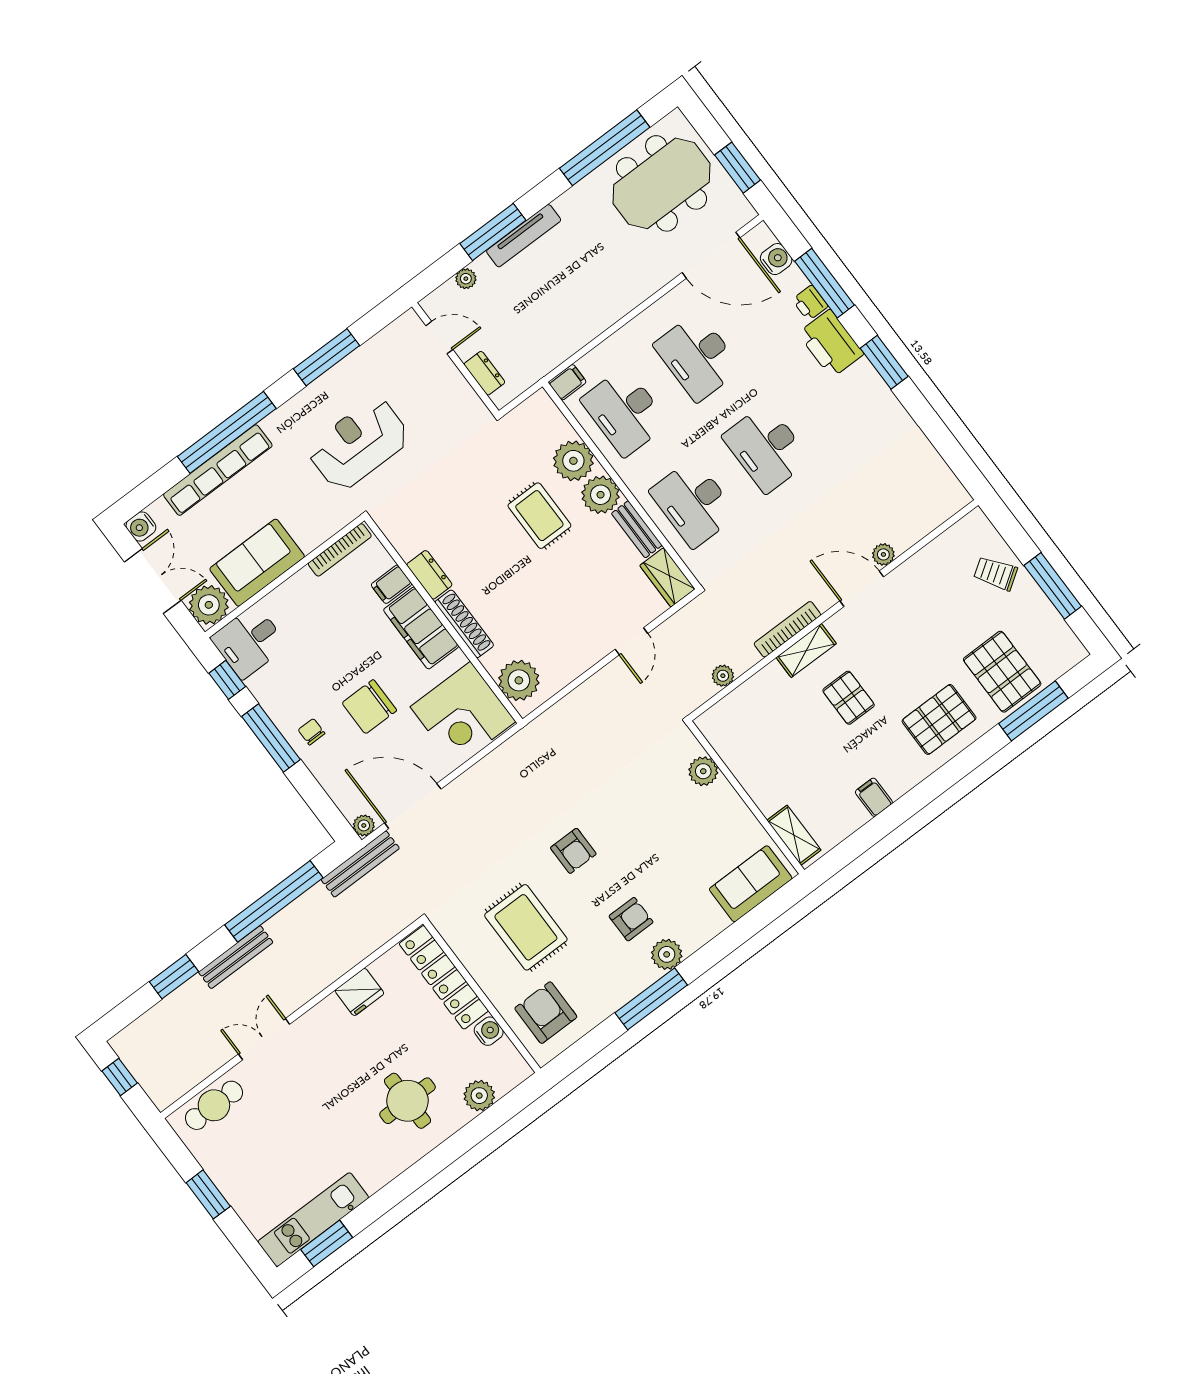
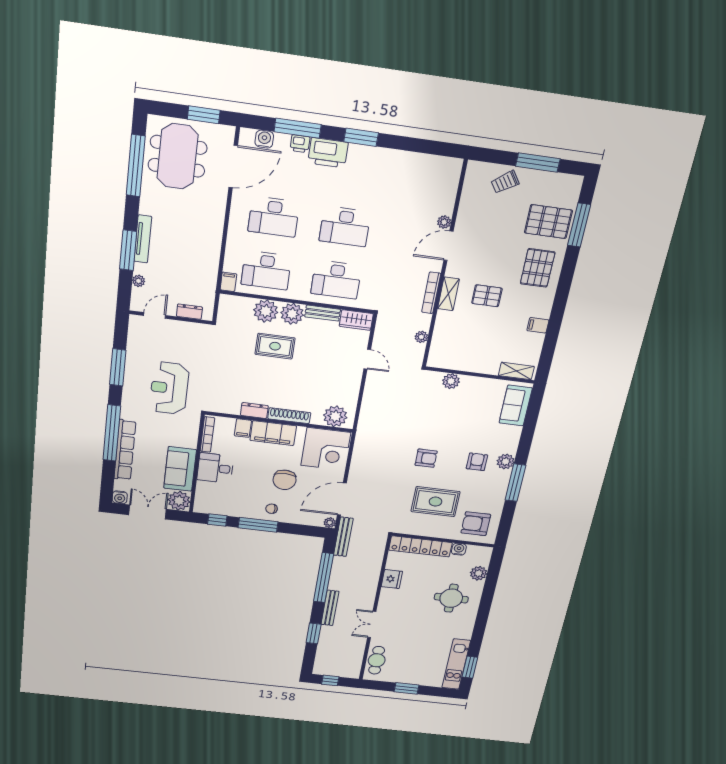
desk: (249, 642) -> (215, 468), moved, turned 90

